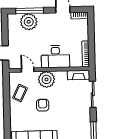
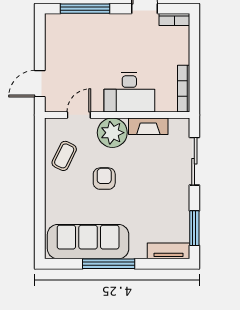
plant: (29, 22) -> (83, 29), removed
door: (28, 70) -> (79, 115), hinge flipped
fireplace: (79, 75) -> (148, 126), moved

